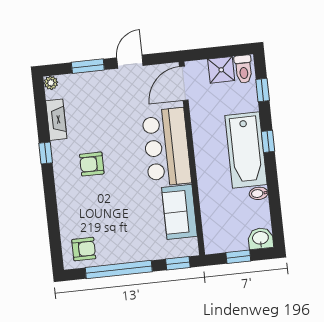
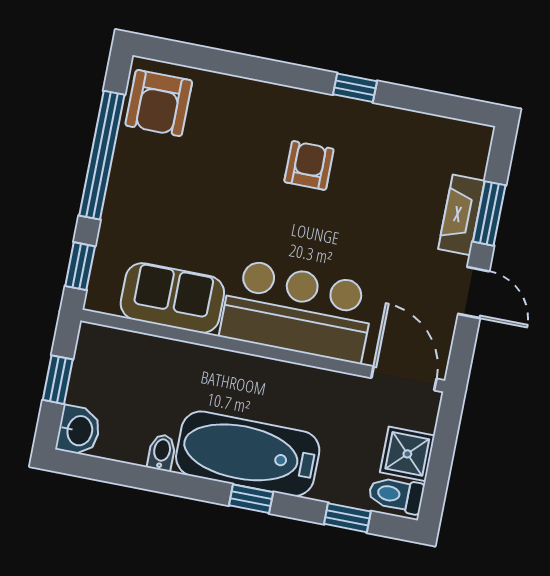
plant: (51, 83) -> (480, 137), removed
fireplace: (56, 120) -> (461, 215), moved, turned 90
armchair: (84, 249) -> (159, 103), width x1.38, depth x1.38

